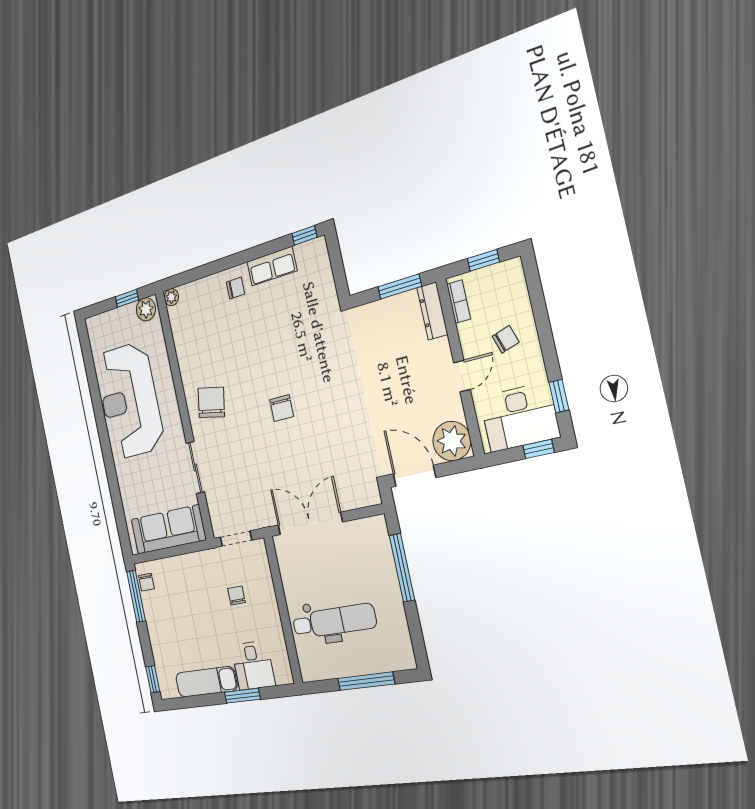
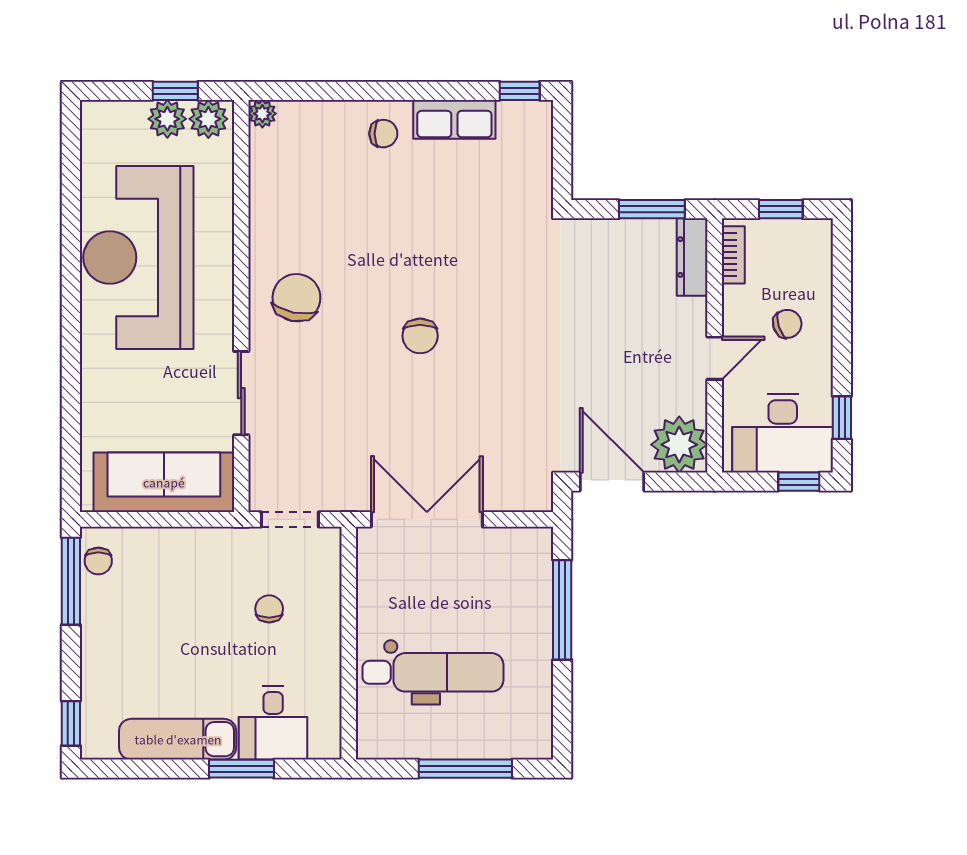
plant: (126, 316) -> (167, 119), added

